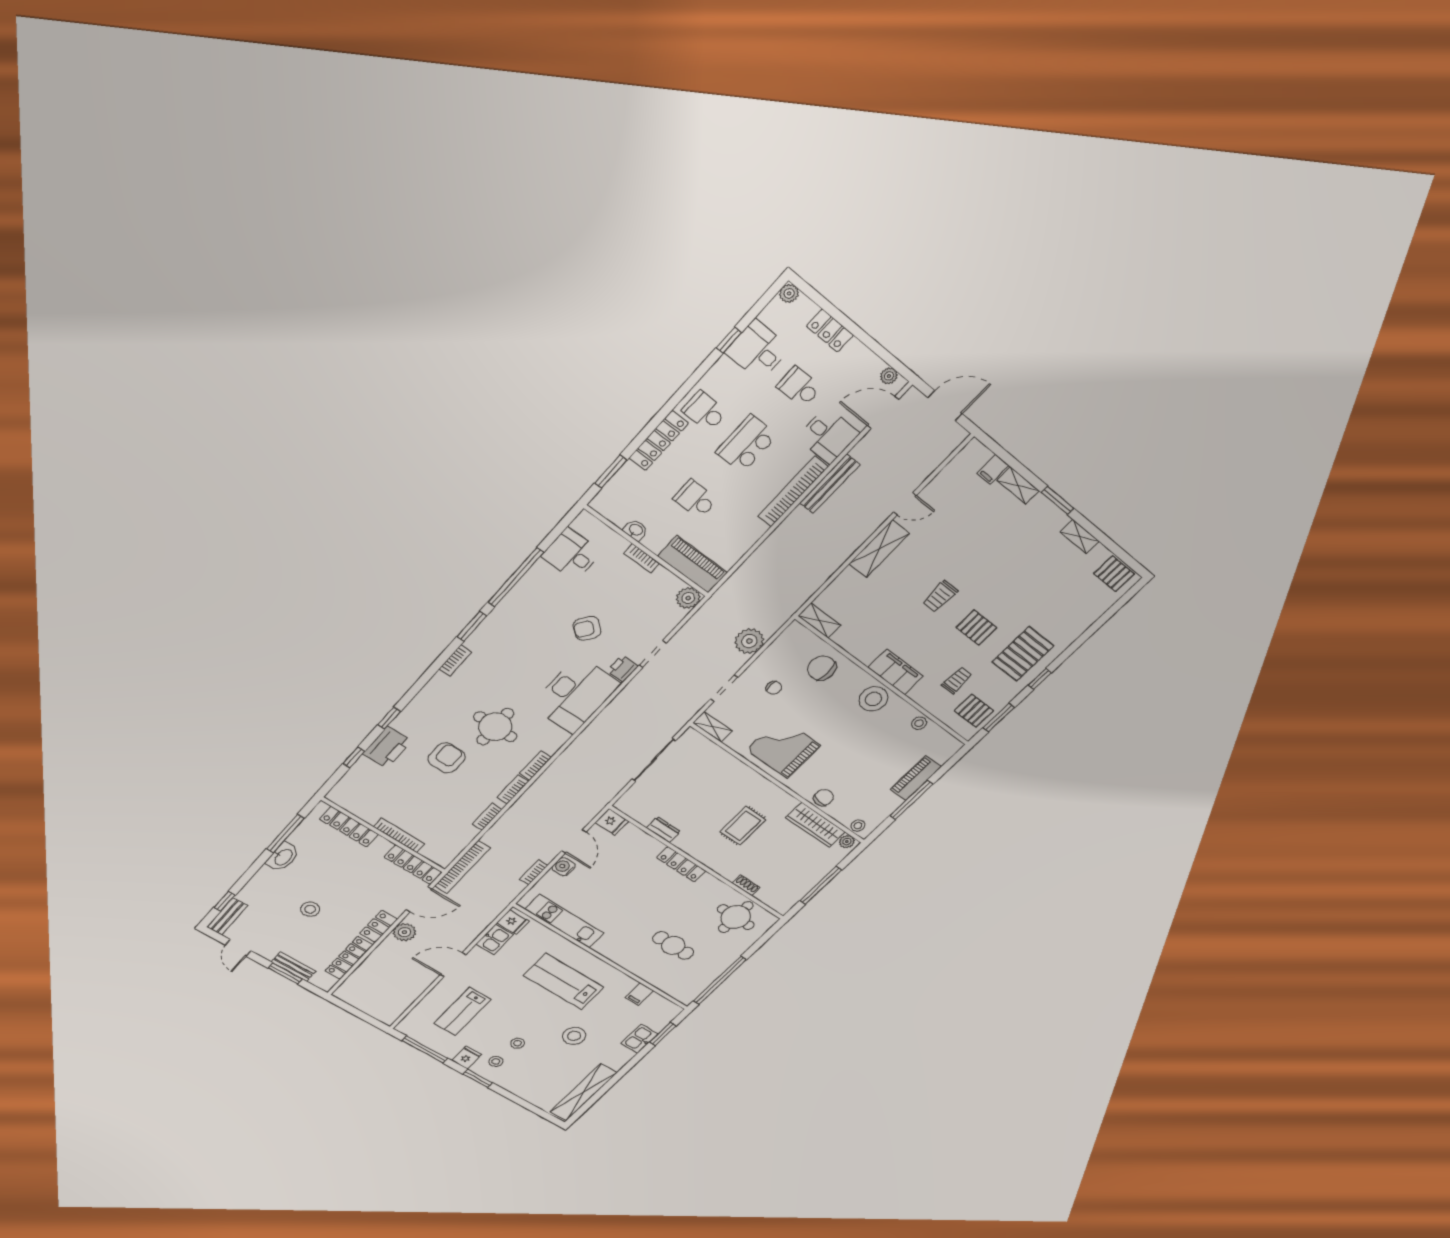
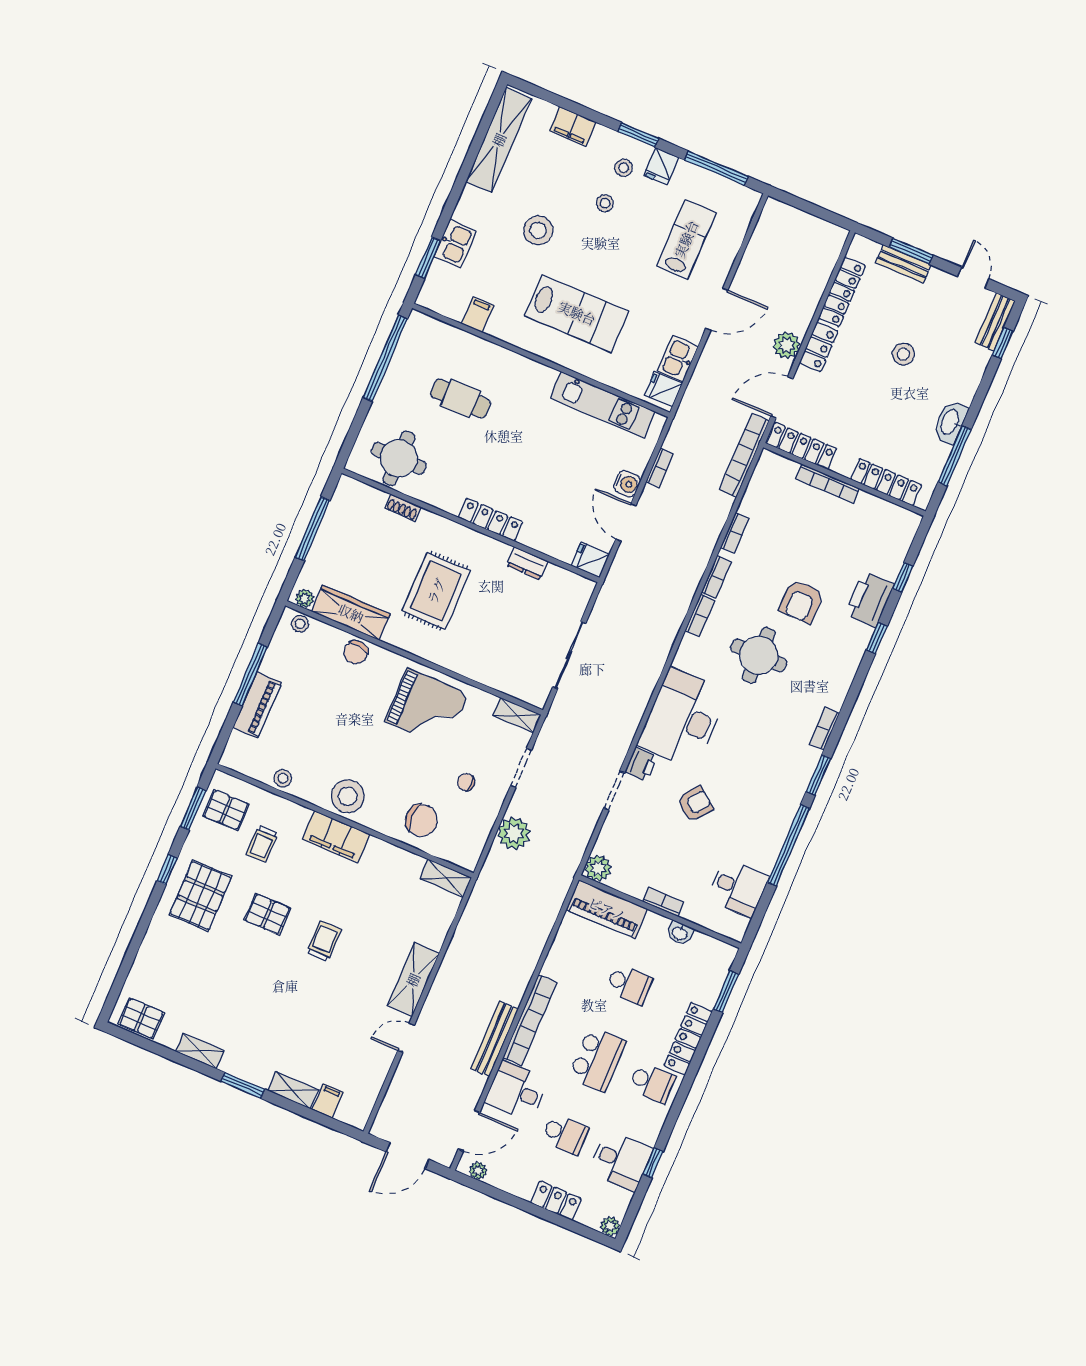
rug: (743, 826) -> (436, 591), width x1.36, depth x1.43
filing cabinet: (525, 1091) -> (573, 127), added

